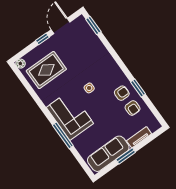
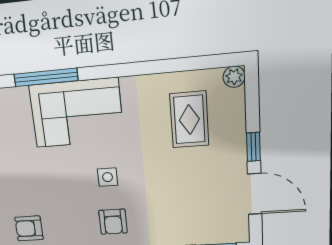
rug: (46, 70) -> (189, 120), width x0.73, depth x0.70
armchair: (122, 93) -> (113, 222), moved

